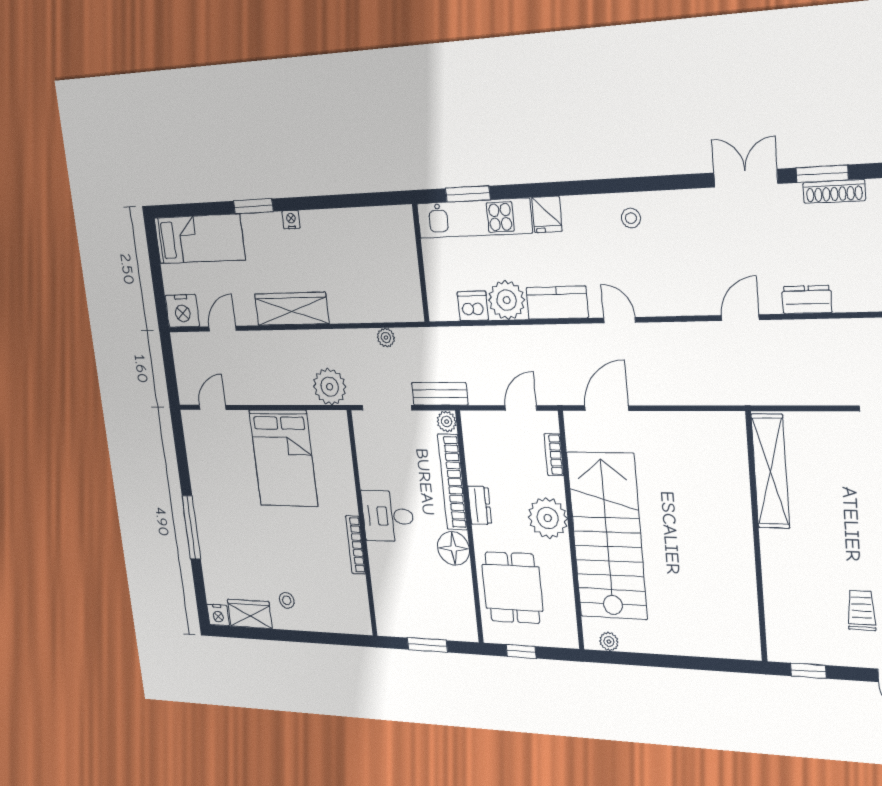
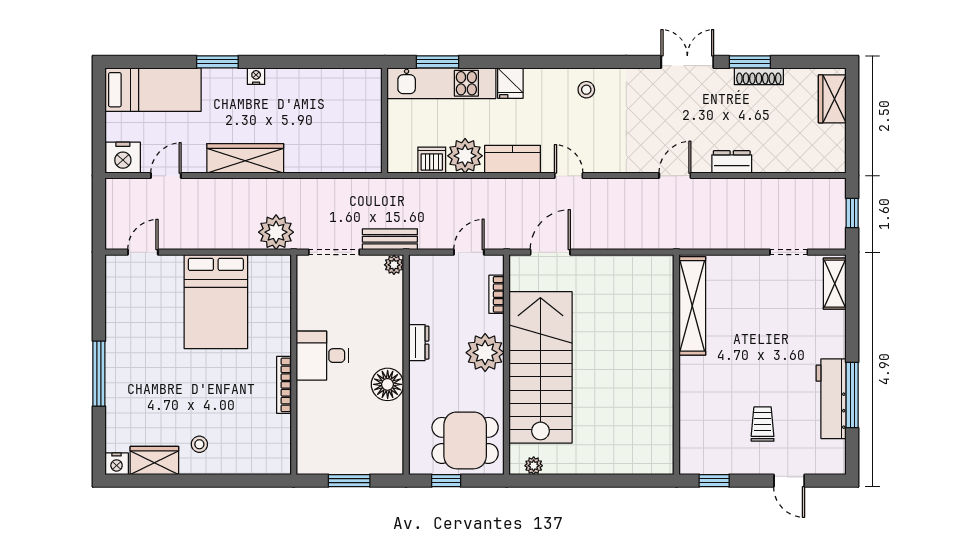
plant: (386, 337) -> (341, 187), removed
bookcase: (452, 482) -> (394, 321), removed
dining table: (512, 588) -> (465, 440), moved, turned 90

